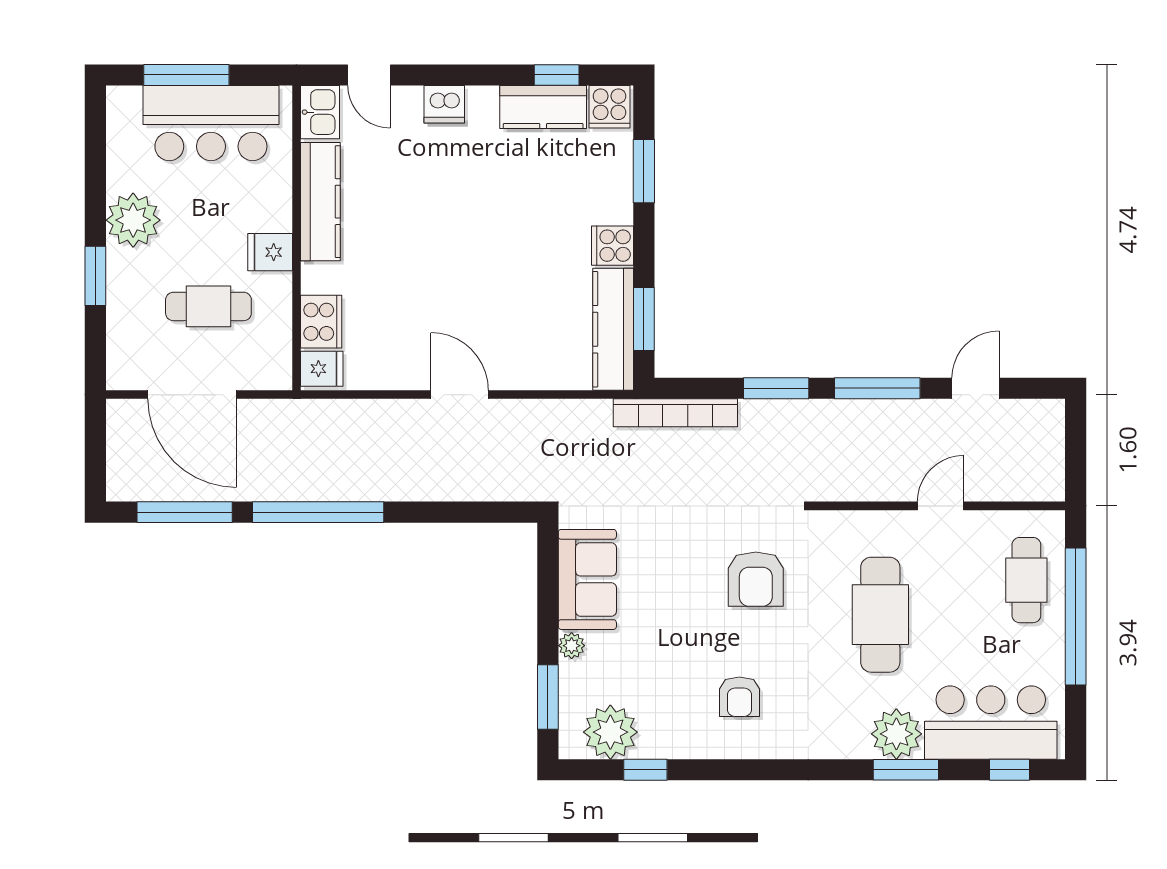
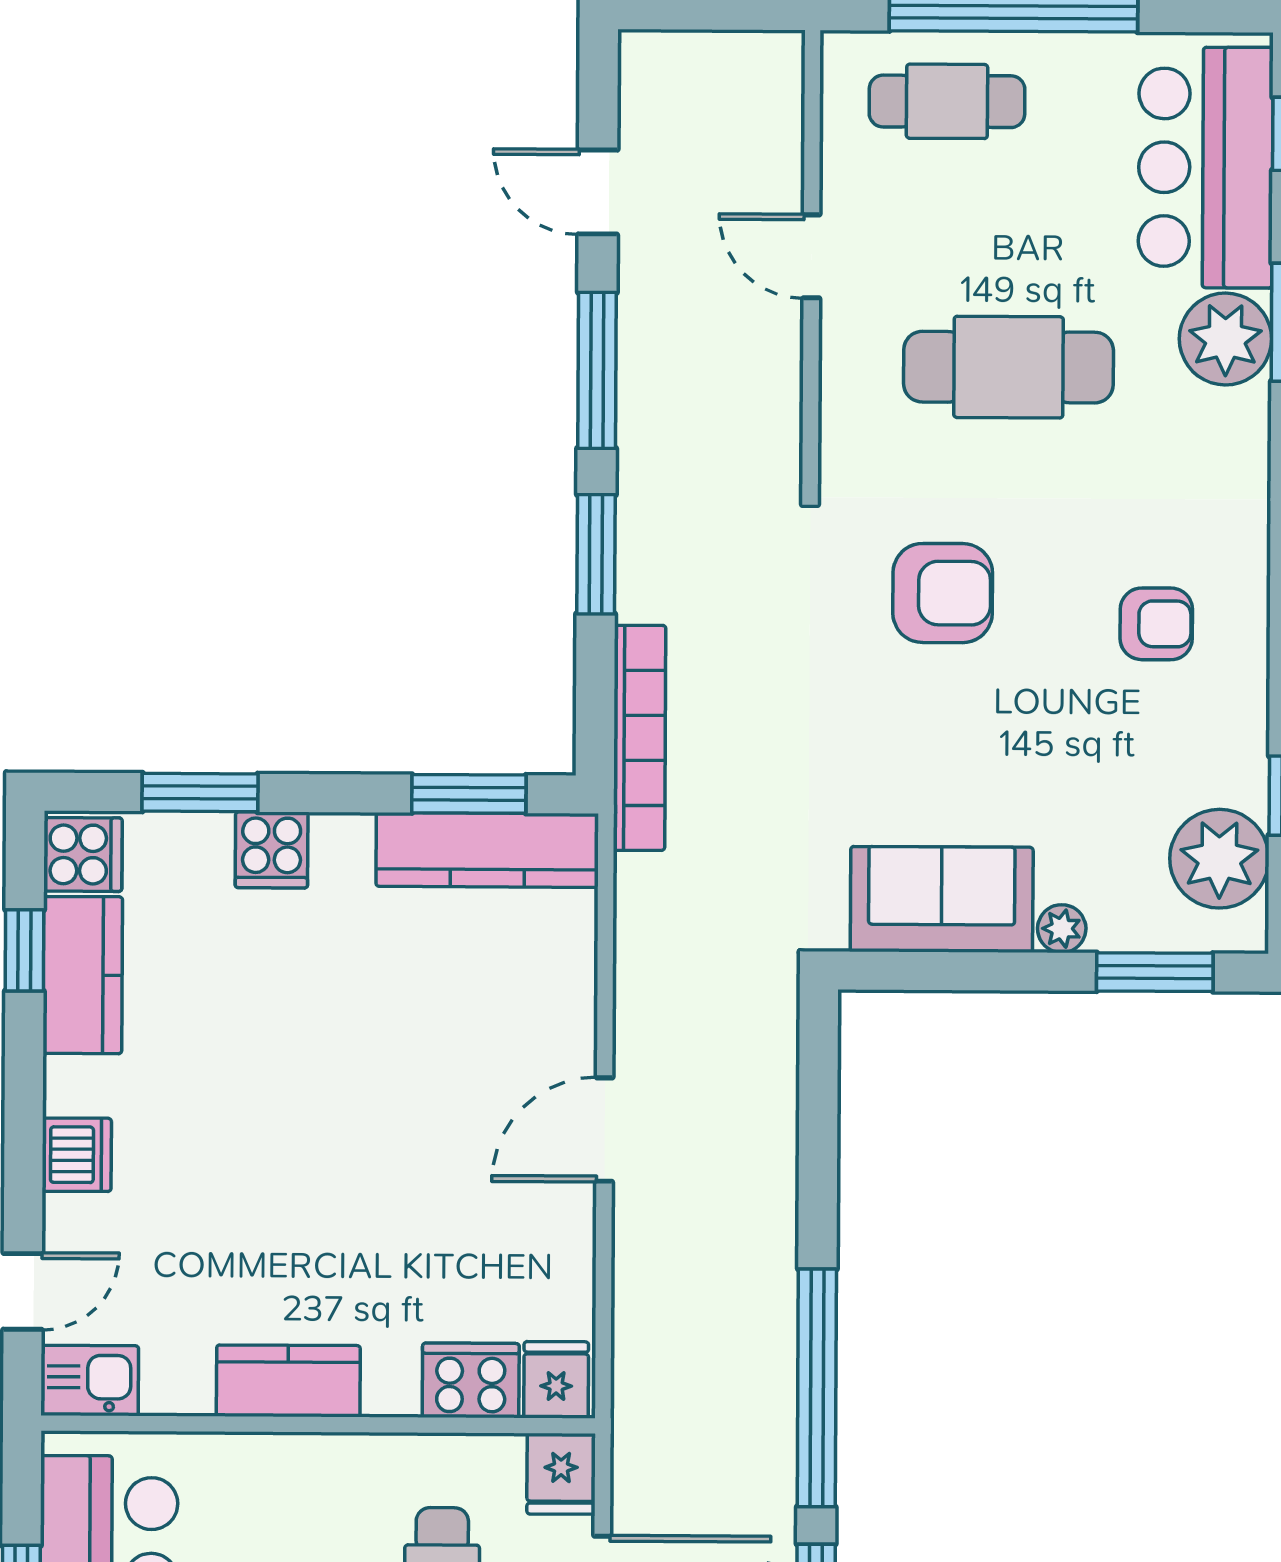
kitchen counter: (320, 202) -> (288, 1381), width x0.67
cooker: (613, 246) -> (272, 850), moved
fridge: (270, 252) -> (561, 1474), moved

